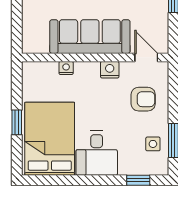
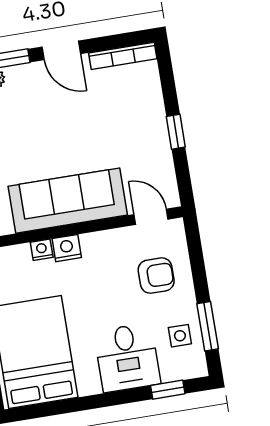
nightstand: (110, 70) -> (67, 248), moved
desk: (97, 153) -> (127, 358), moved

